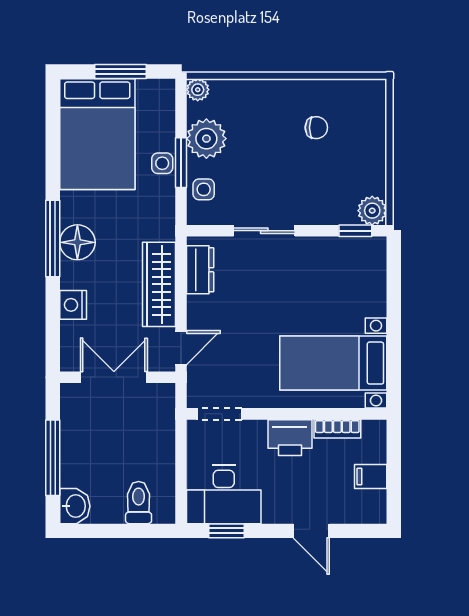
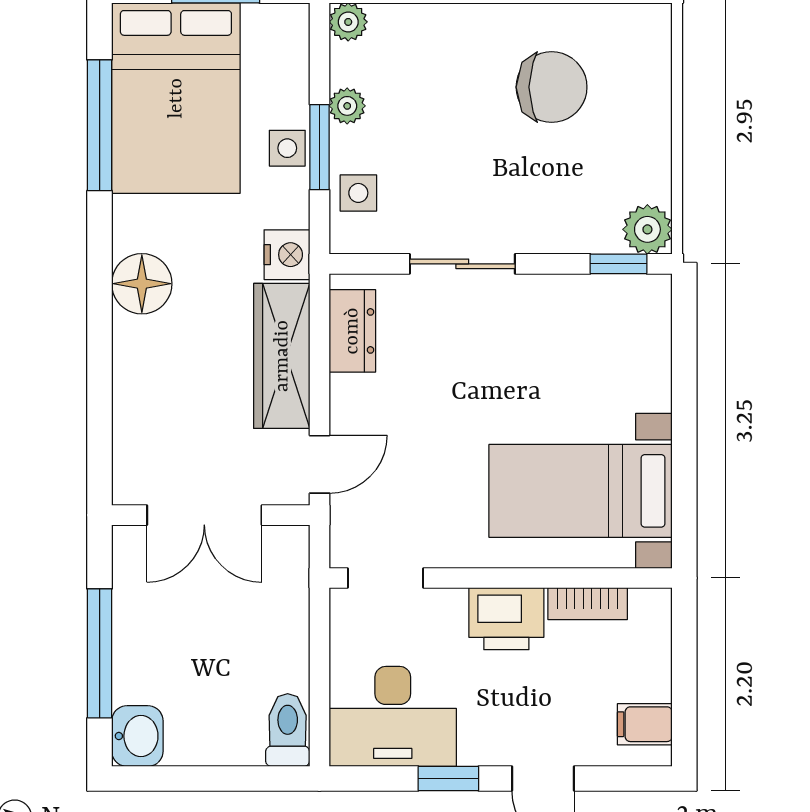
chair: (316, 128) -> (552, 87), width x1.87, depth x1.87
plant: (206, 139) -> (347, 106), width x0.53, depth x0.53
window: (53, 238) -> (100, 125), moved
nightstand: (73, 305) -> (287, 255), moved, turned 180
double door: (114, 377) -> (204, 515), swing flipped
filing cabinet: (371, 477) -> (645, 724), moved
toilet: (139, 503) -> (288, 730), moved
window: (226, 531) -> (448, 779), moved

